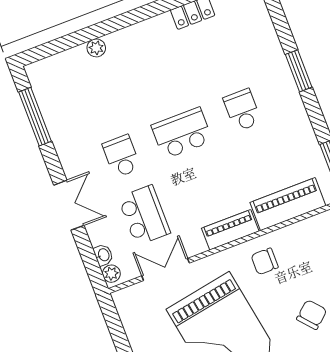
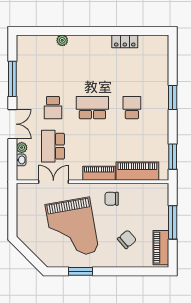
window: (35, 117) -> (12, 79), moved
school desk: (121, 156) -> (53, 108), turned 180
school desk: (144, 215) -> (53, 146), turned 180
plant: (111, 274) -> (22, 148), moved

